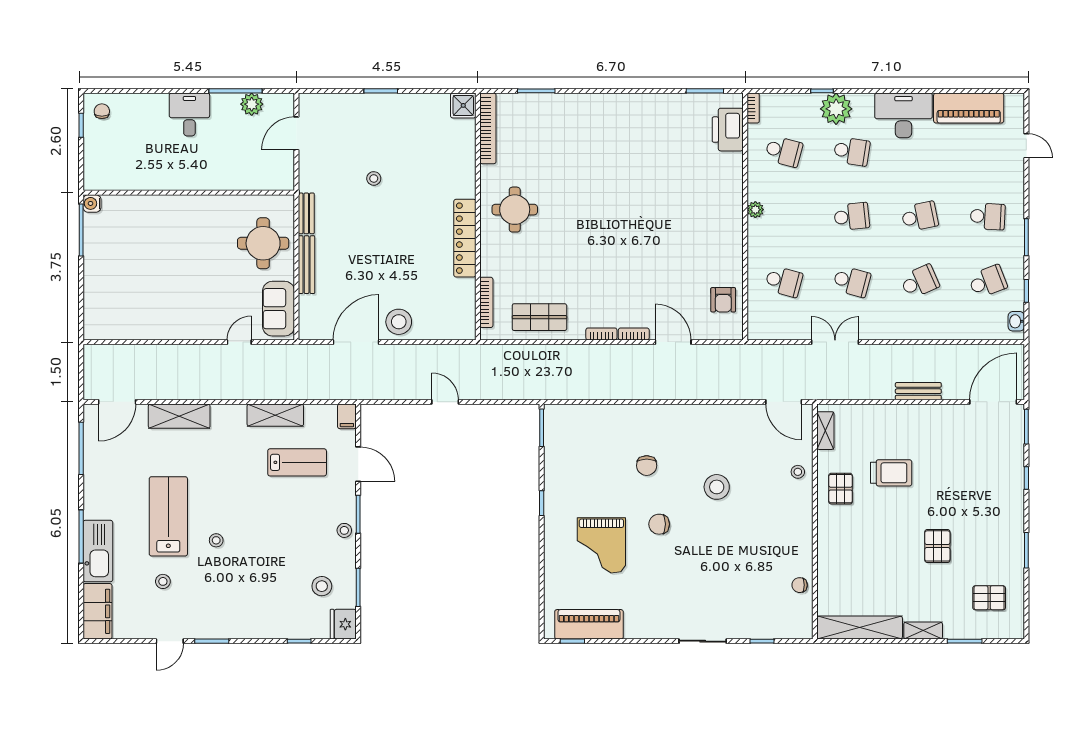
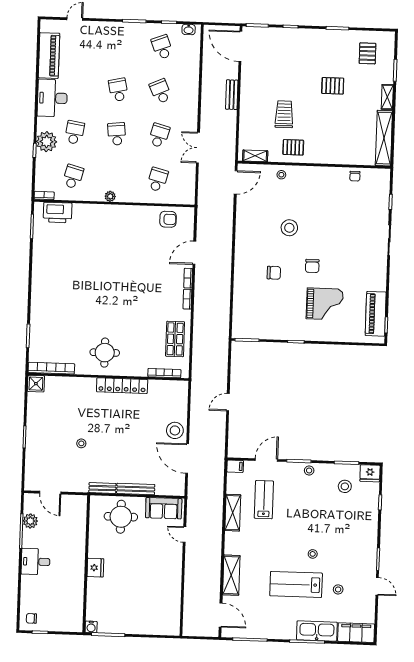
fridge: (183, 207) -> (95, 568), added
school desk: (988, 216) -> (120, 46), removed

